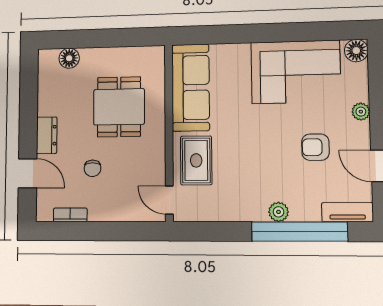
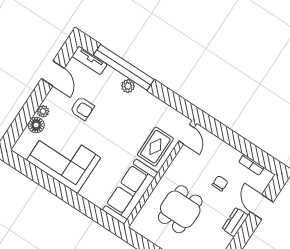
floor lamp: (356, 51) -> (36, 125), moved

